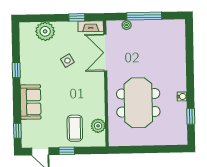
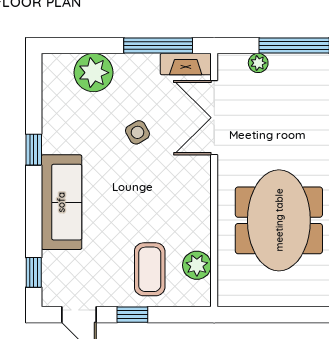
window: (77, 17) -> (158, 46), width x2.17
sofa: (31, 102) -> (61, 202), width x1.36

